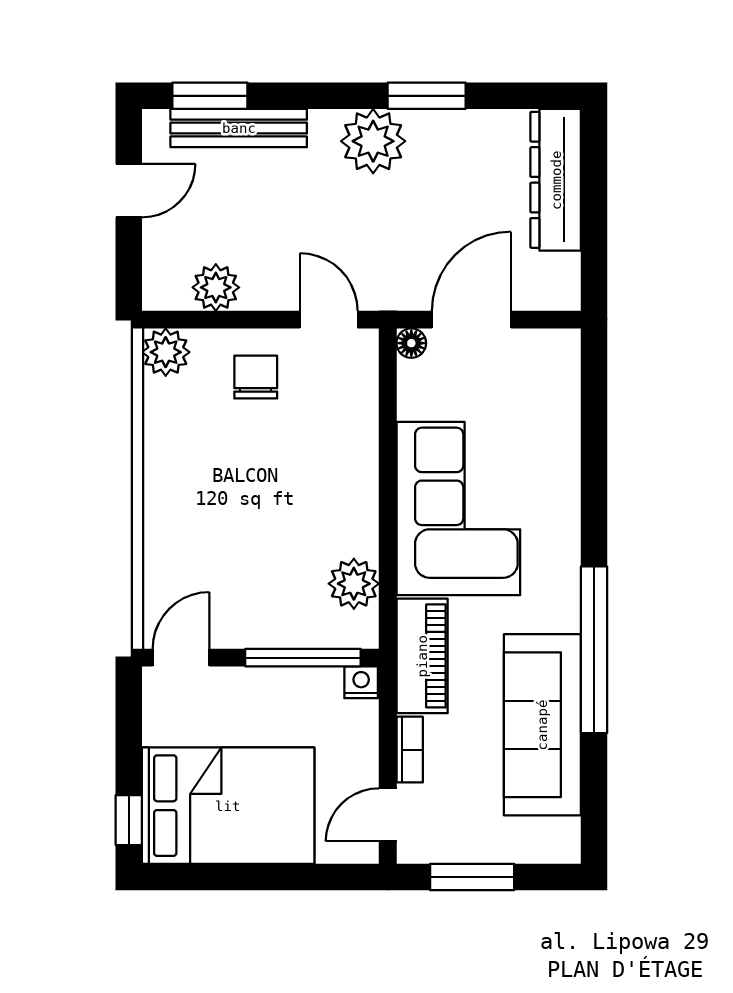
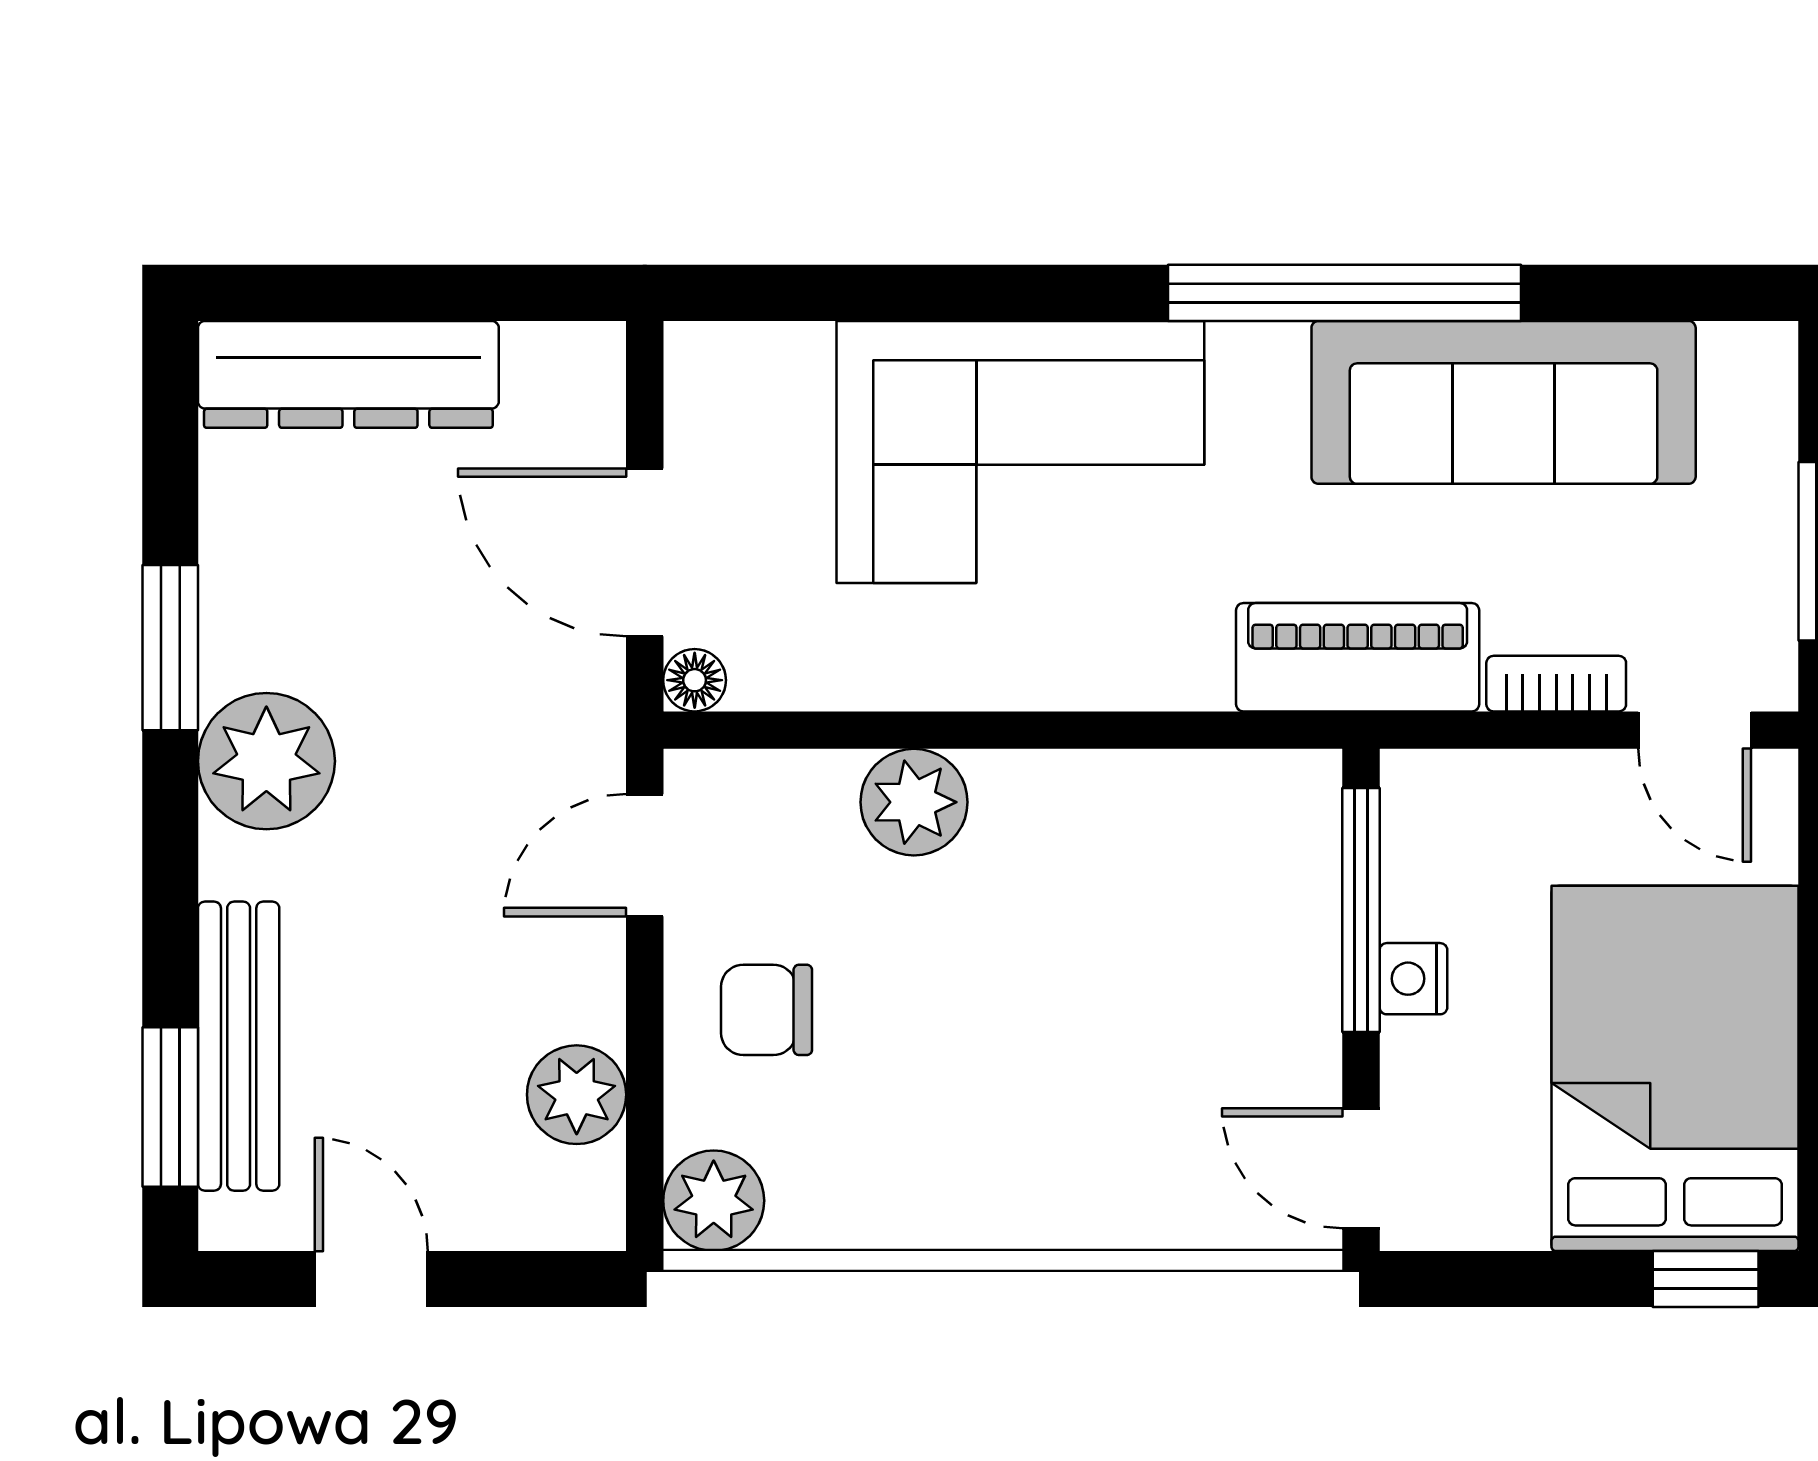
corner sofa: (458, 508) -> (1020, 452), moved, turned 180
plant: (354, 584) -> (914, 802), moved
nightstand: (361, 682) -> (1413, 979), moved

